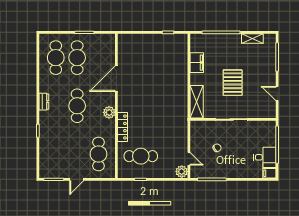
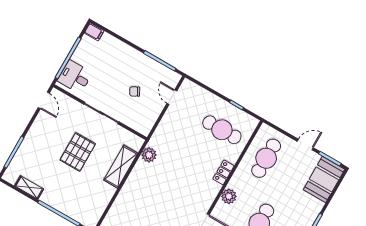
filing cabinet: (197, 63) -> (104, 196), removed
door: (277, 94) -> (44, 100), moved
shelving: (197, 102) -> (121, 167), moved
locker: (123, 127) -> (224, 172), width x0.66
desk: (265, 157) -> (75, 77), moved
booth: (50, 162) -> (324, 180), added
plant: (182, 172) -> (149, 155), moved

